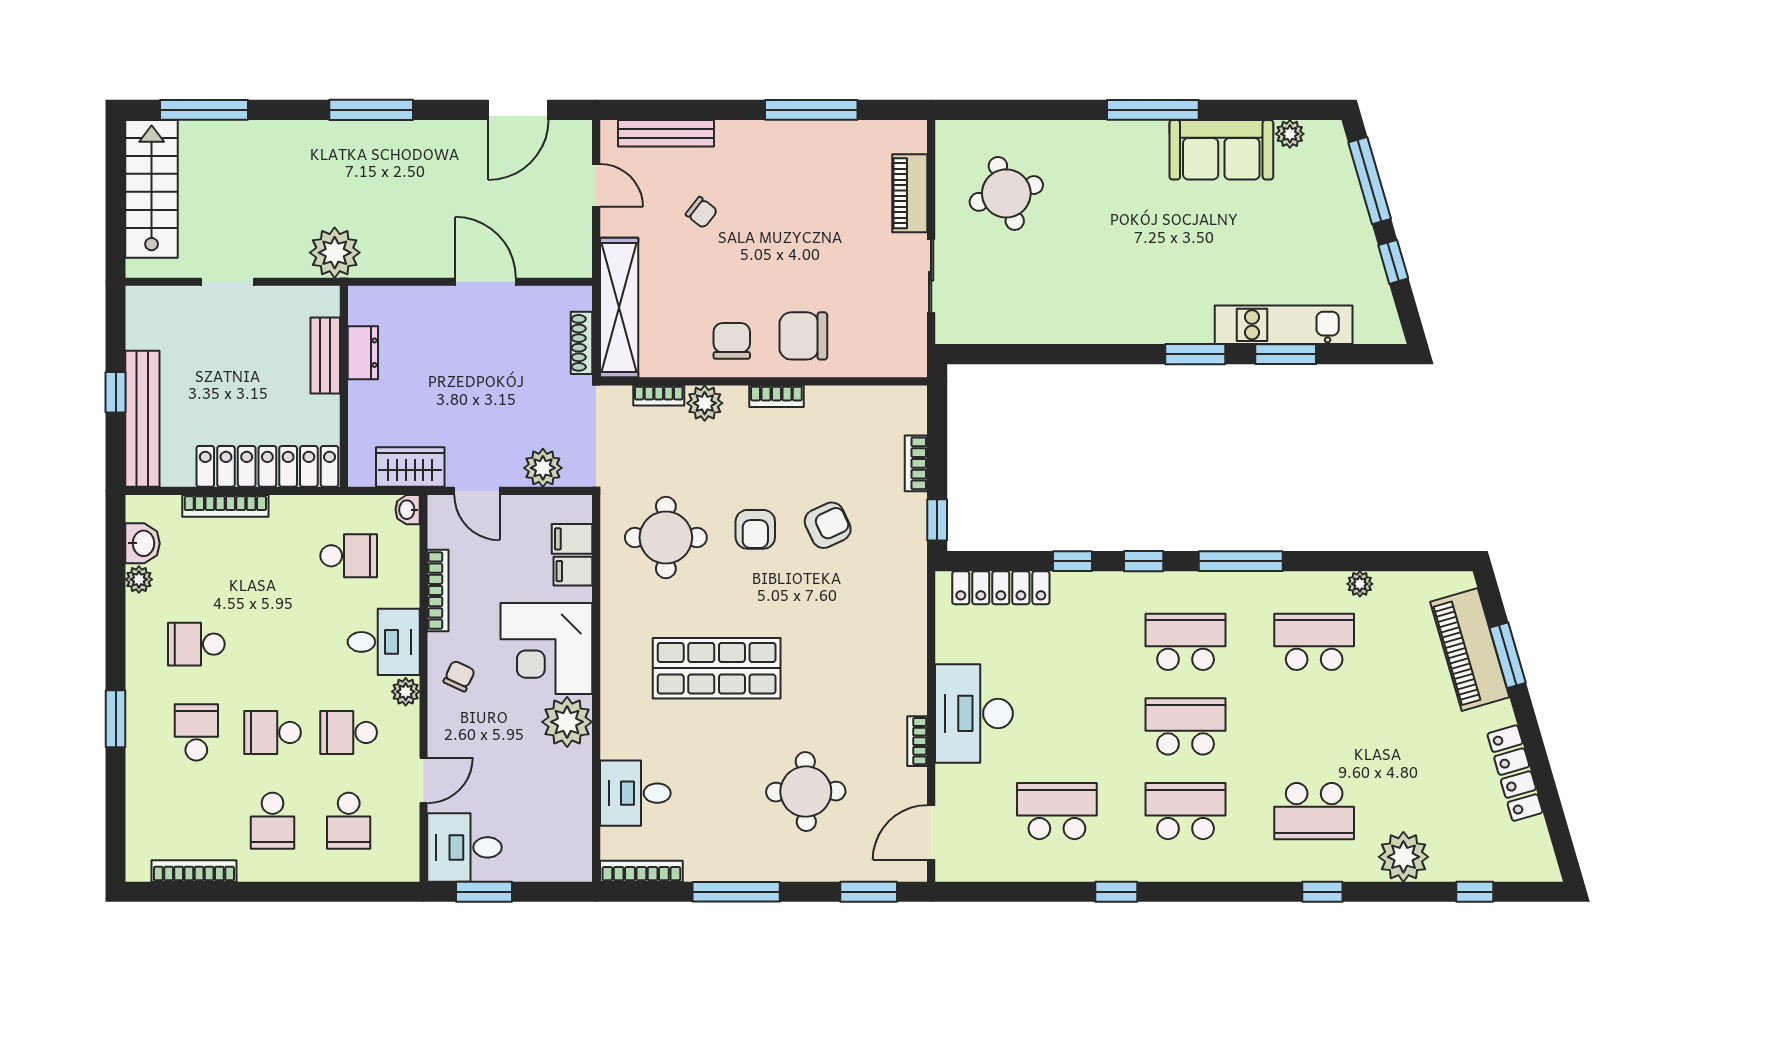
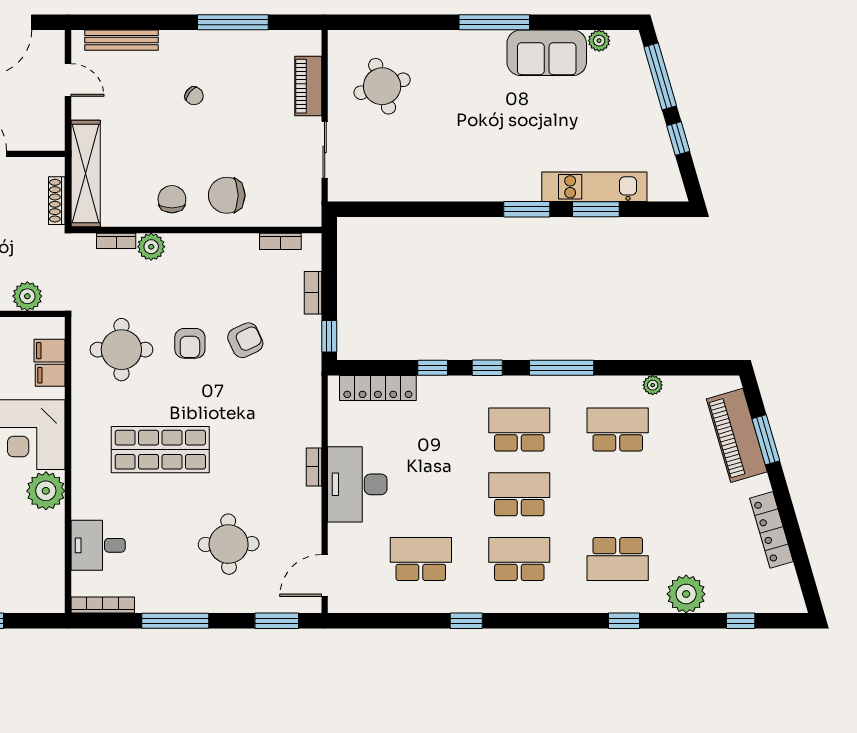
chair: (701, 213) -> (194, 96), moved
bookcase: (776, 396) -> (280, 241), moved
bookcase: (917, 741) -> (314, 467), moved

